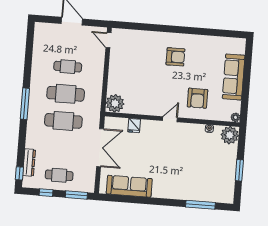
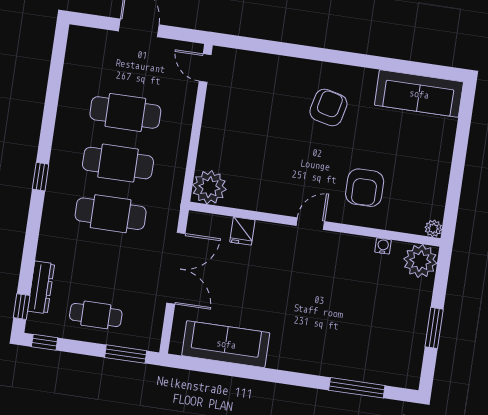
armchair: (175, 57) -> (328, 108), turned -77
cafe table: (68, 67) -> (125, 112), width x1.37, depth x1.35
sofa: (234, 77) -> (419, 94), moved, turned -90
window: (25, 104) -> (41, 177), width x0.46
window: (46, 193) -> (45, 342), moved

